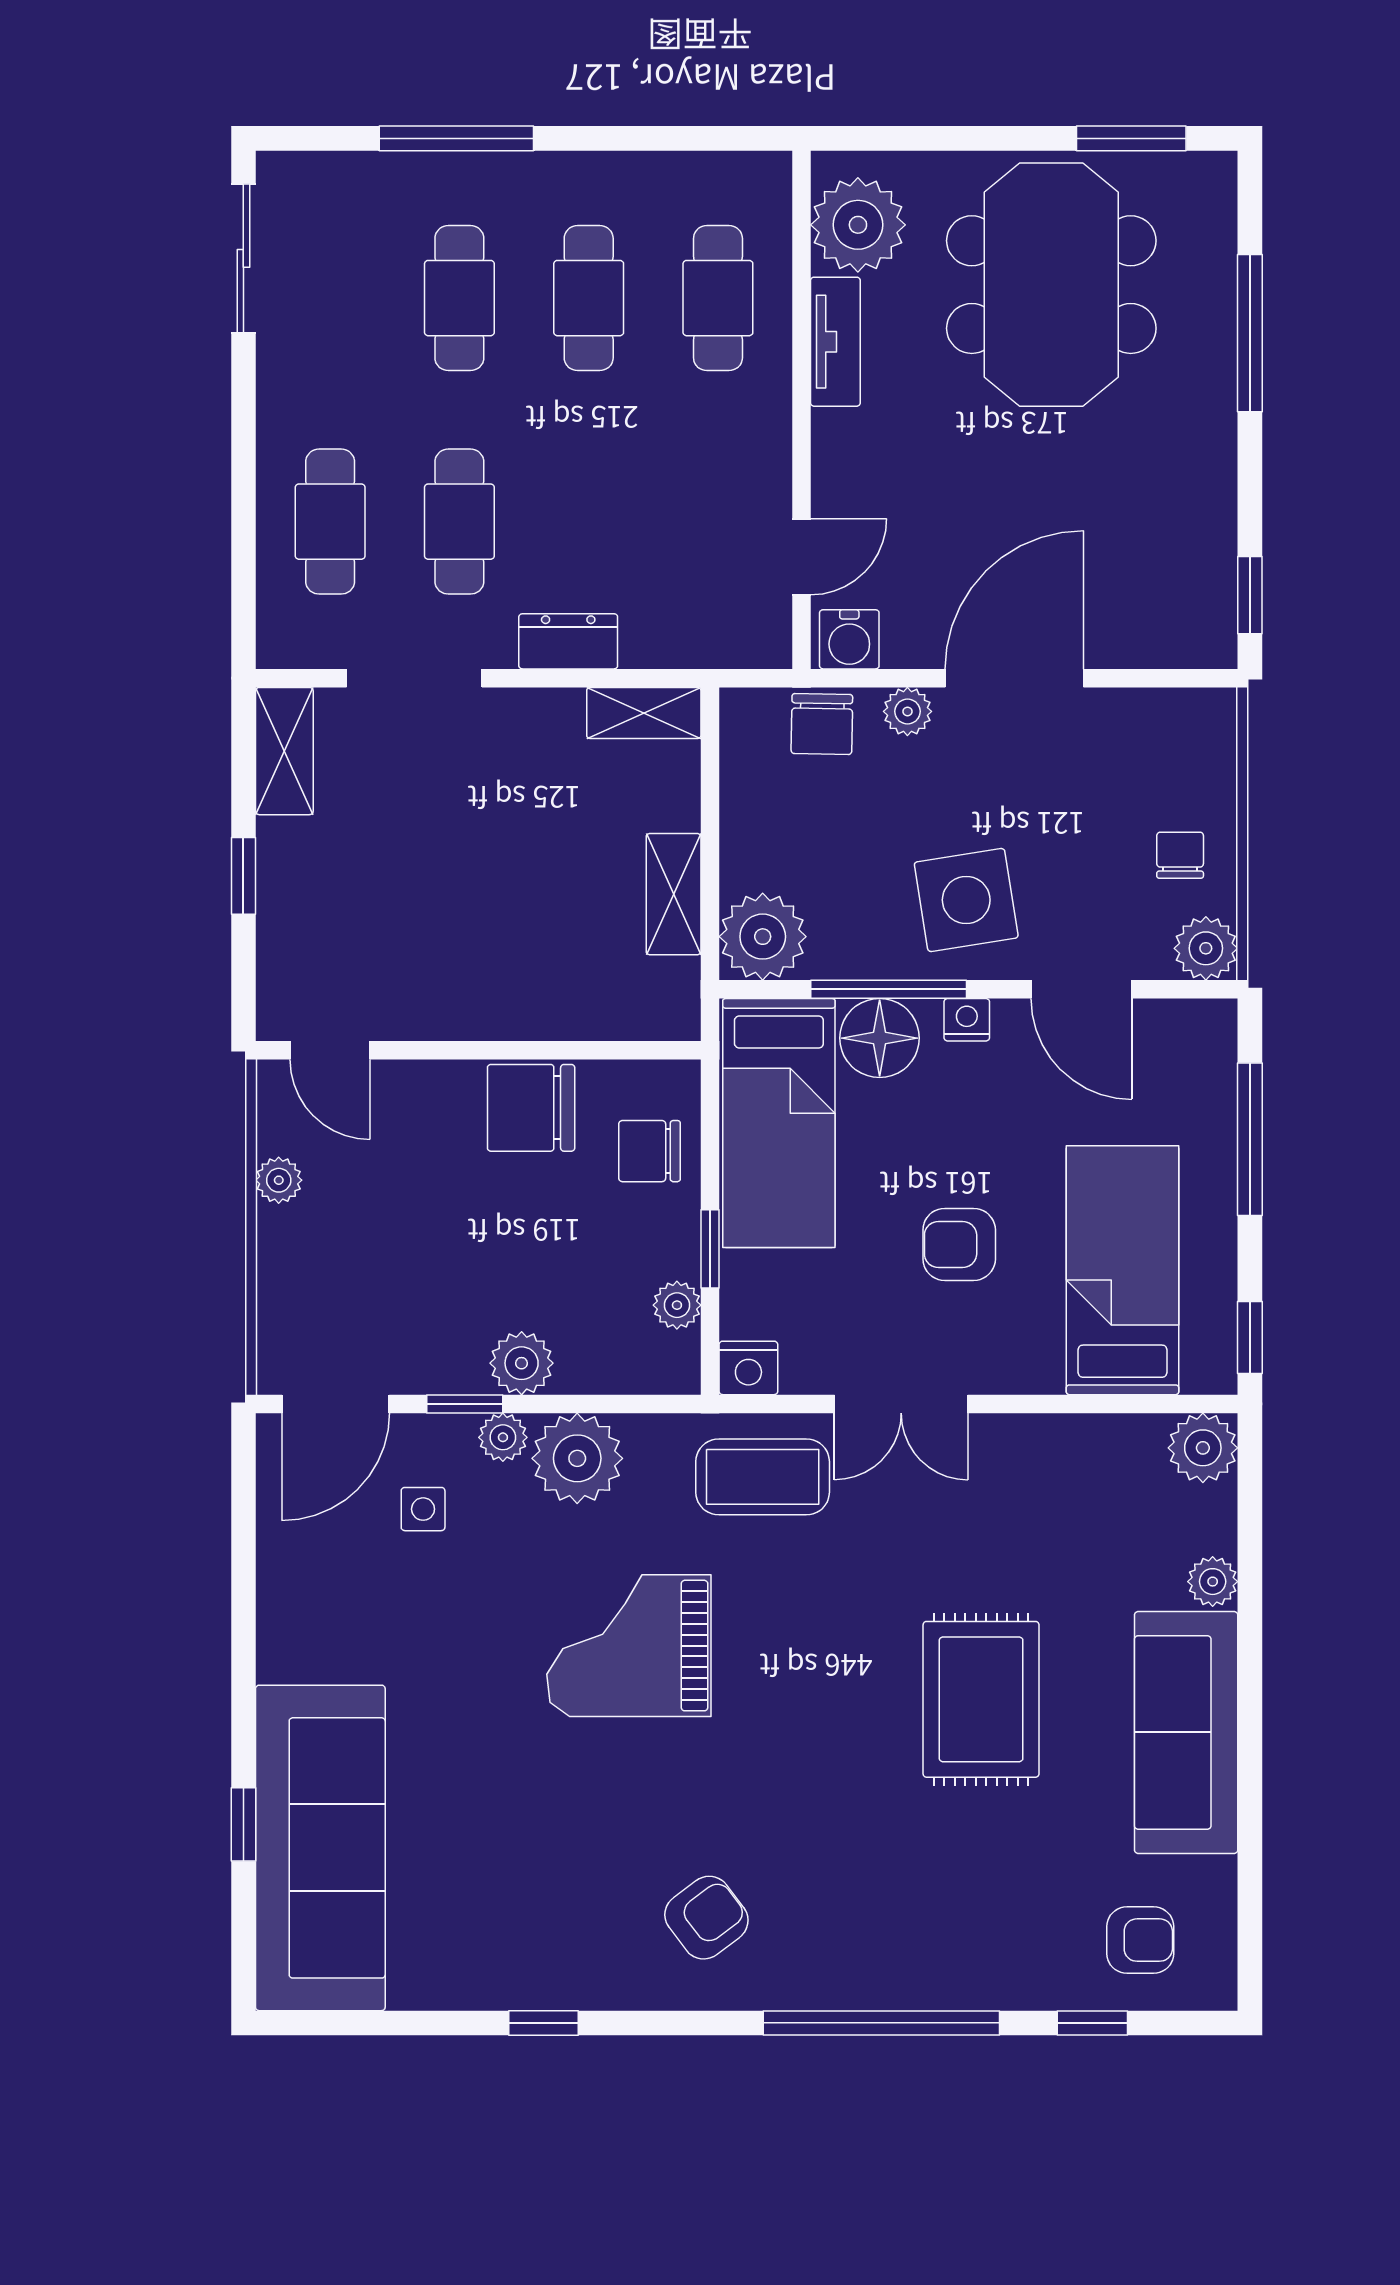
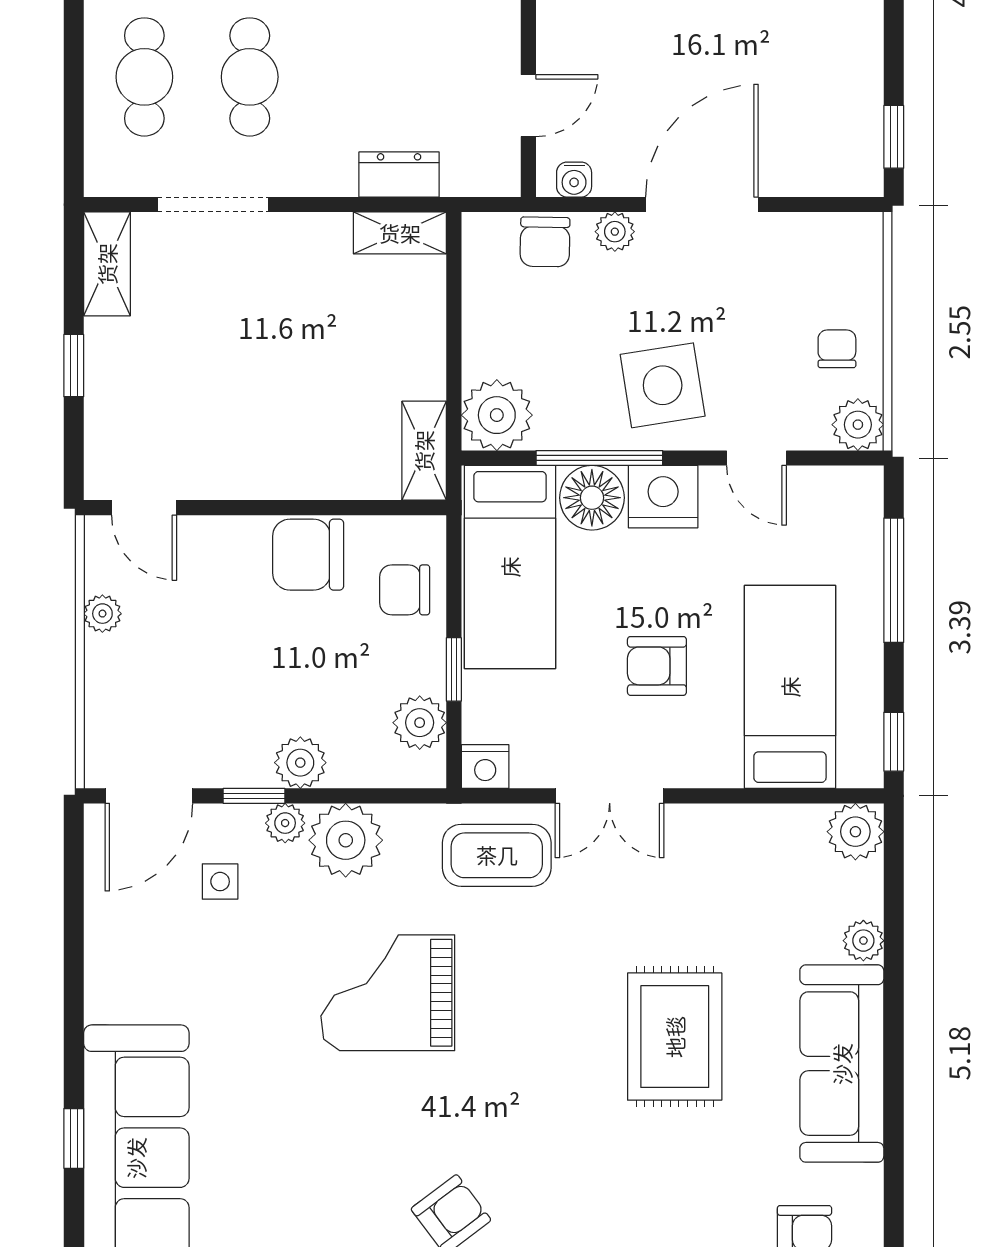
water cooler: (849, 639) -> (574, 180), width x0.72, depth x0.72
dresser: (568, 641) -> (399, 174), moved
shelving: (674, 894) -> (424, 451), moved
door: (1081, 989) -> (756, 458), width x0.73
nightstand: (967, 1020) -> (663, 497), width x1.89, depth x1.79
plant: (677, 1305) -> (420, 723), width x1.38, depth x1.38

